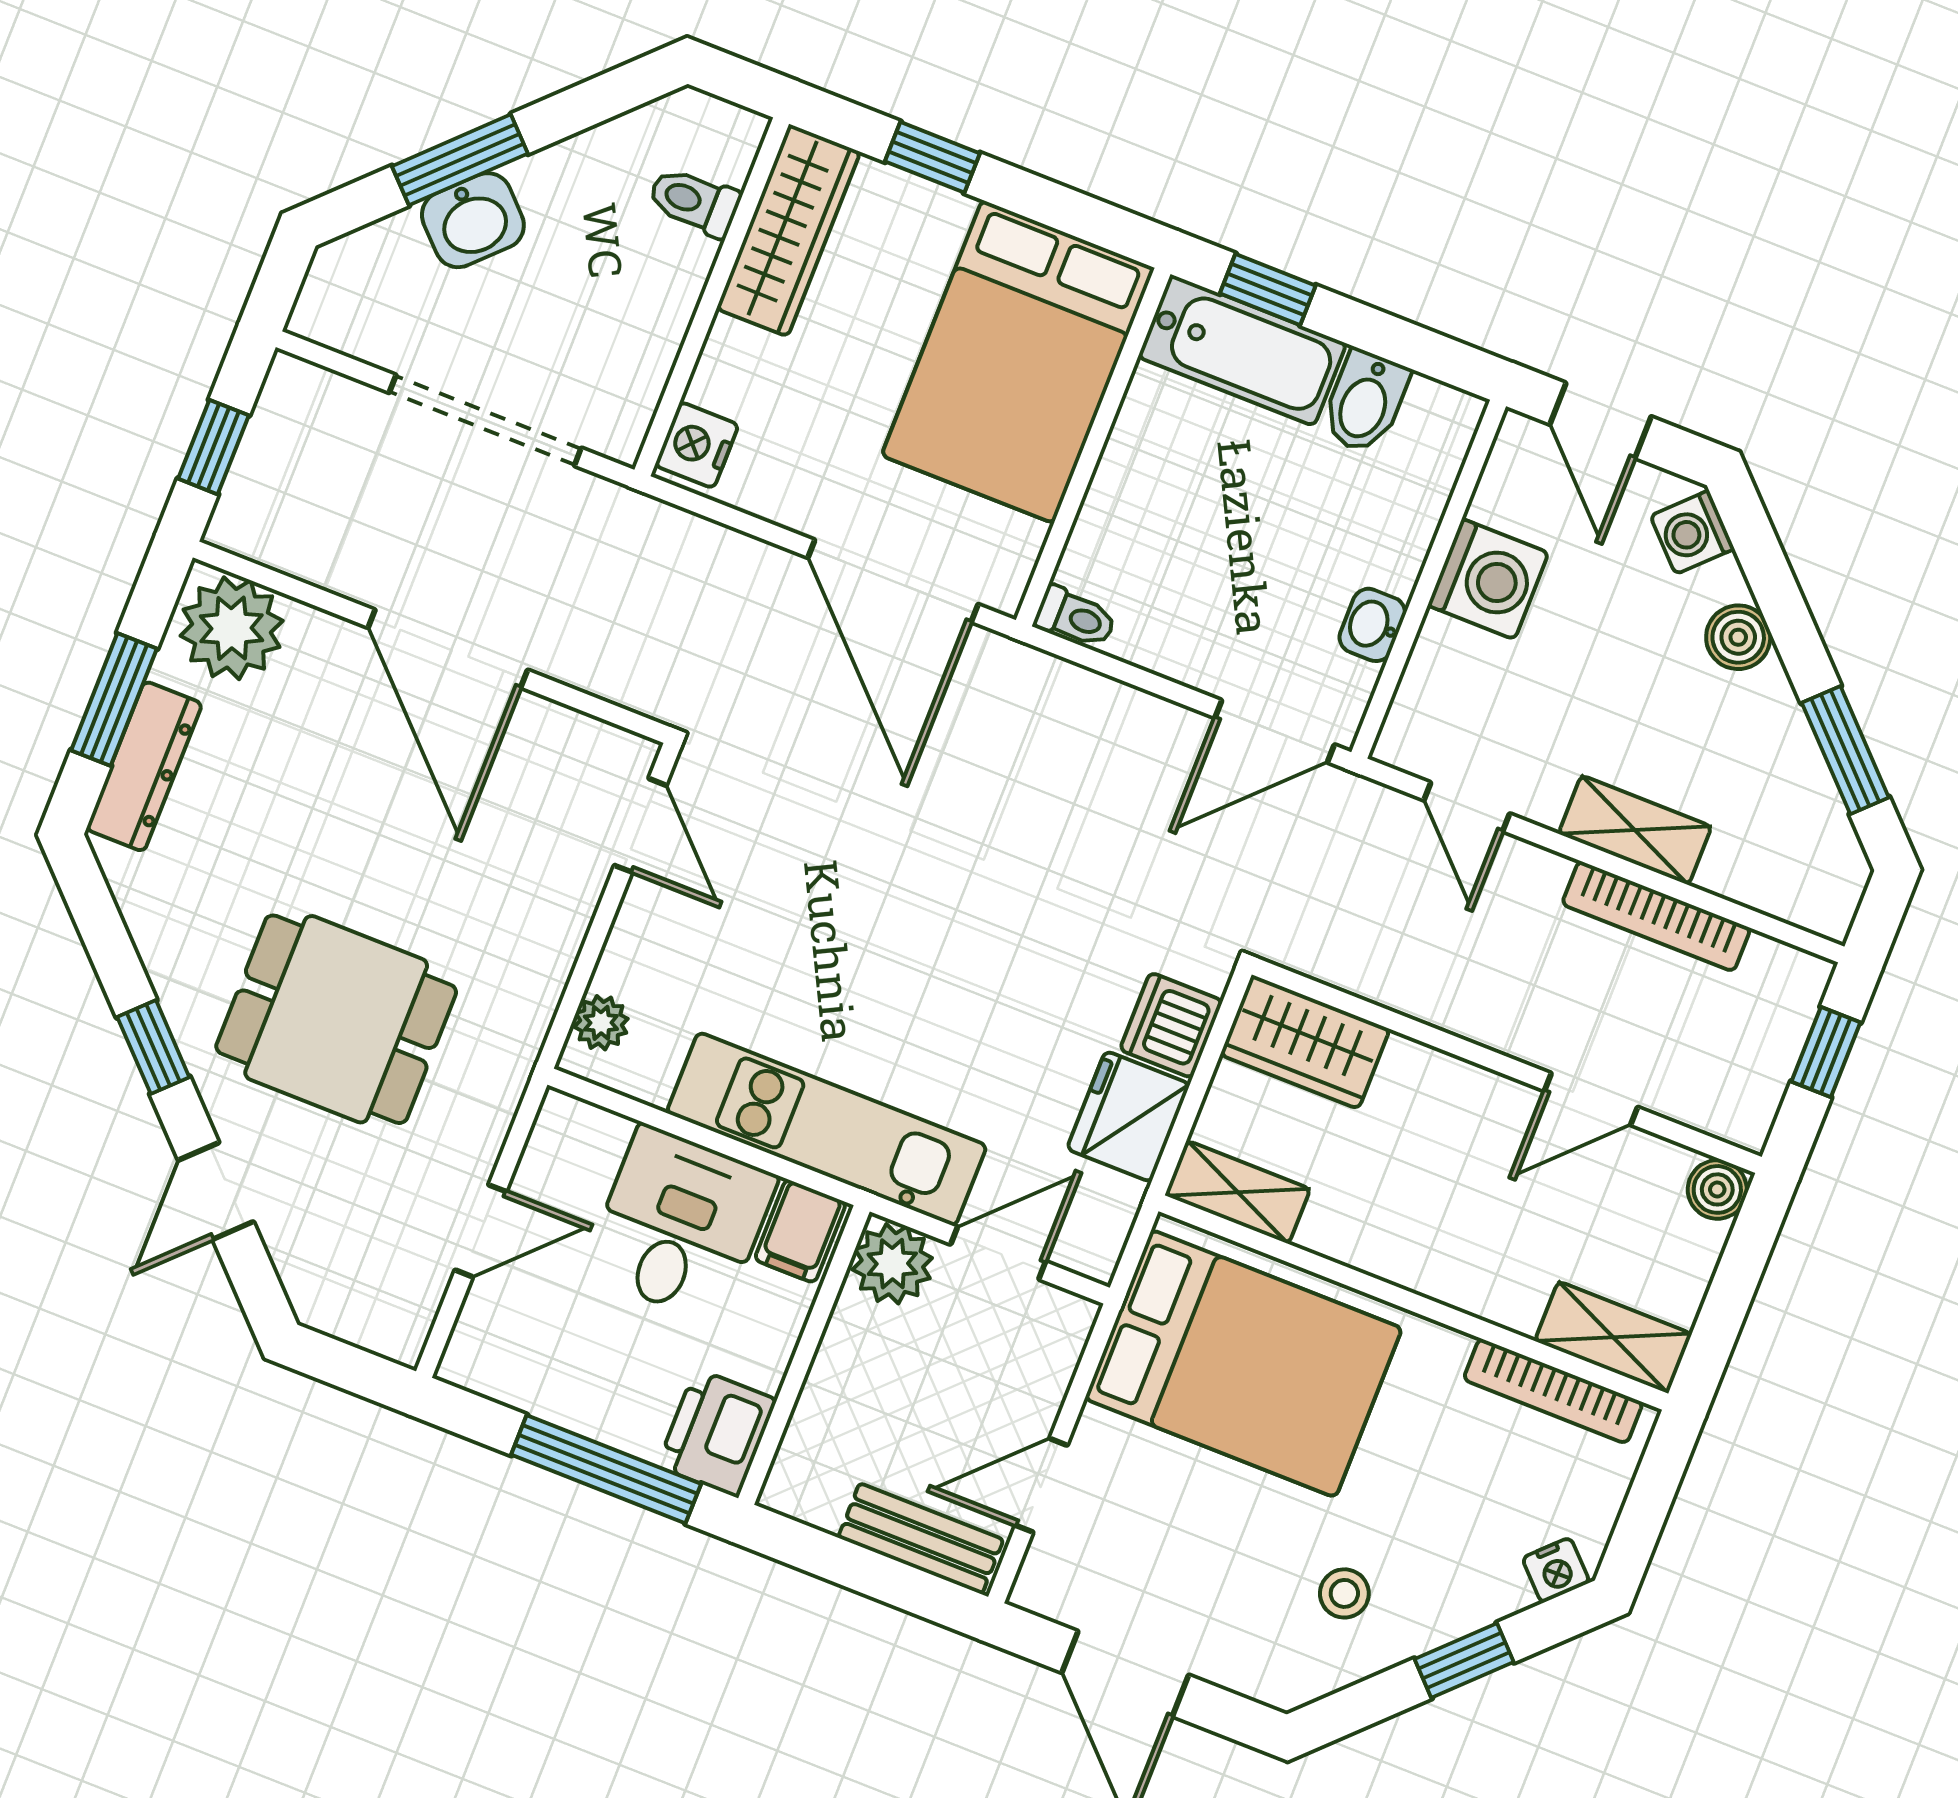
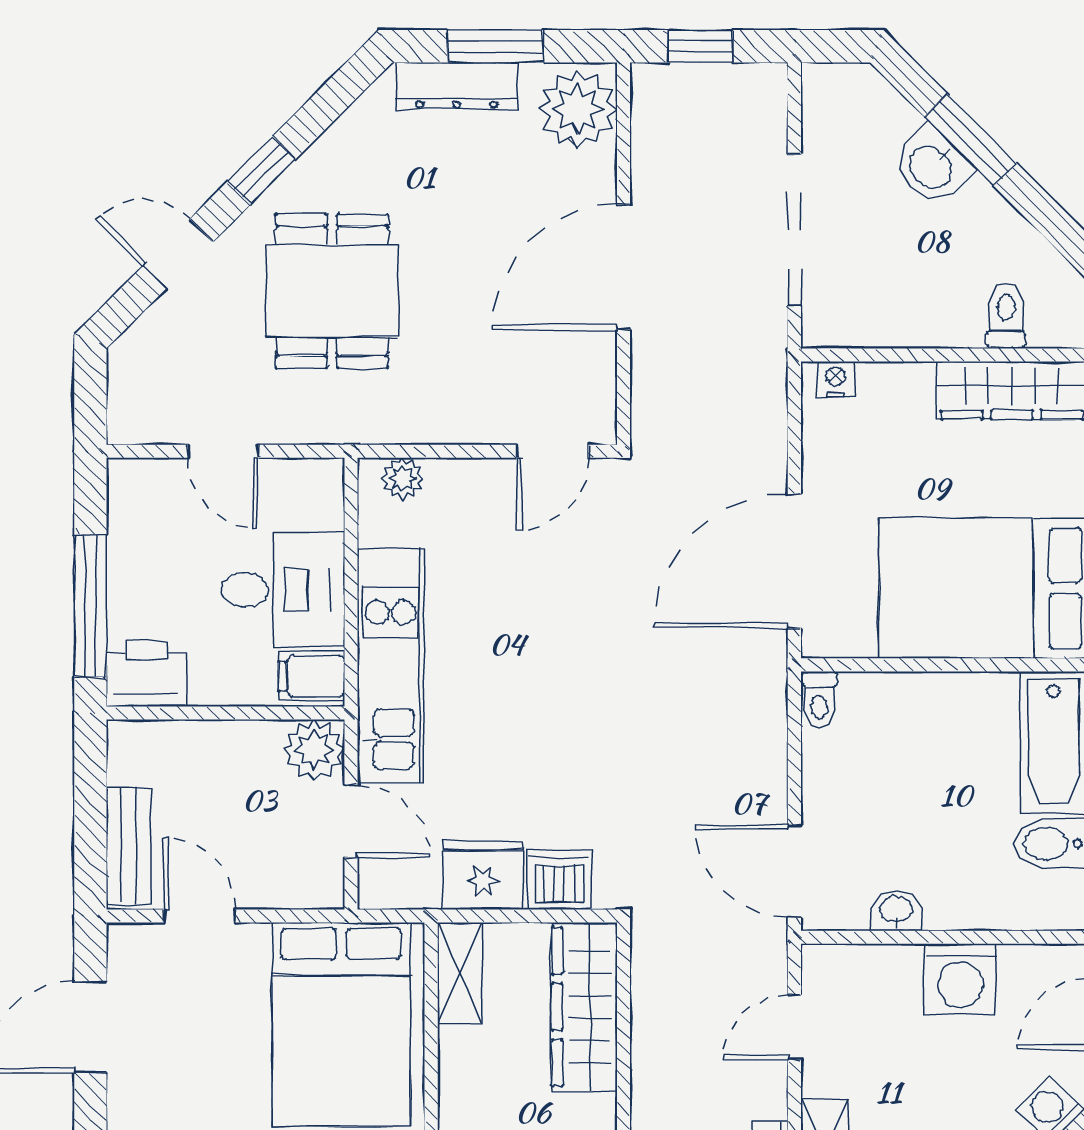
nightstand: (697, 445) -> (836, 379), width x0.72, depth x0.74
wardrobe: (1305, 1042) -> (584, 1007), width x1.50

